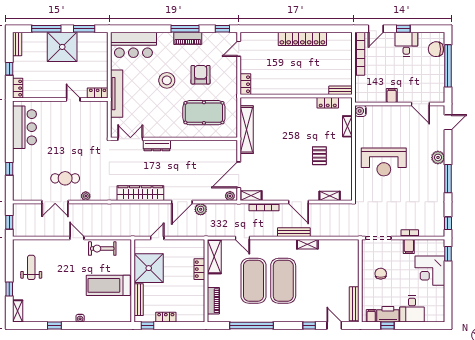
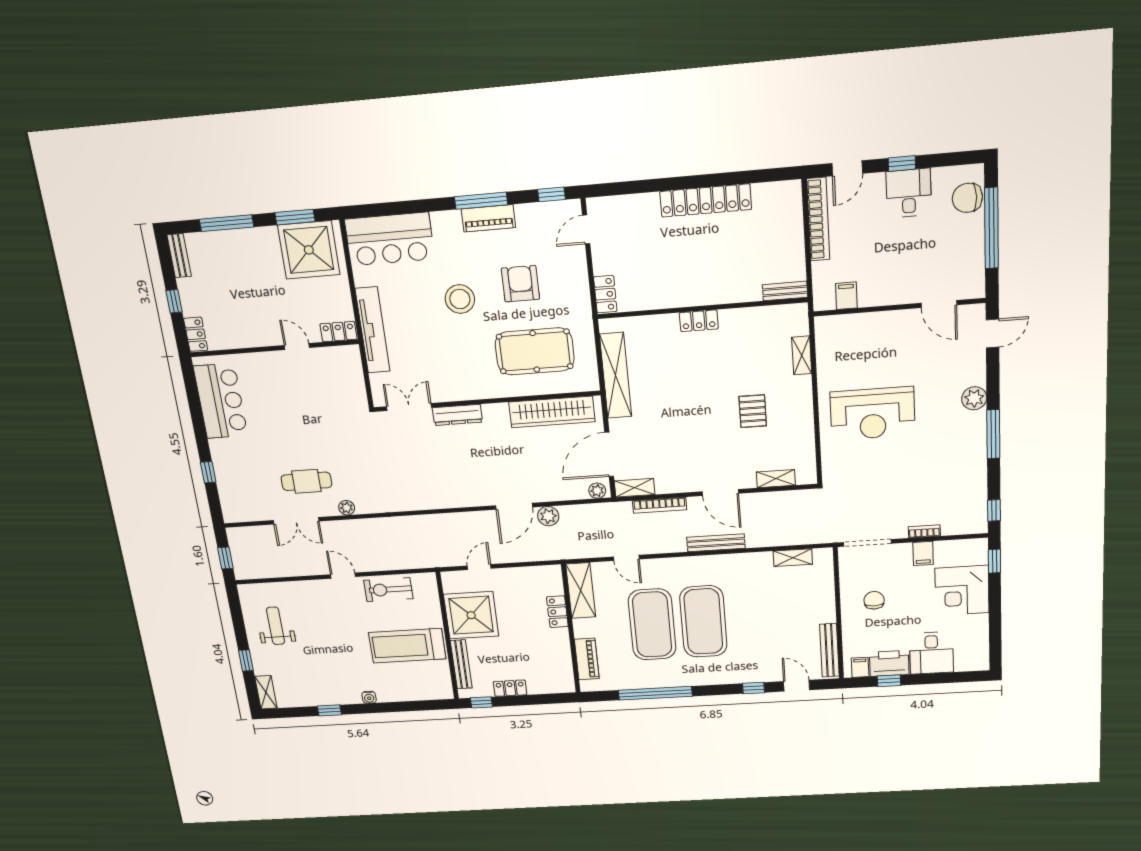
shower: (62, 47) -> (309, 250), moved
filing cabinet: (392, 95) -> (846, 296), moved
locker: (328, 103) -> (699, 321), moved
water cooler: (361, 111) -> (825, 326), removed
wardrobe: (140, 193) -> (552, 412), moved, turned 180
shelving: (307, 244) -> (793, 558), moved

